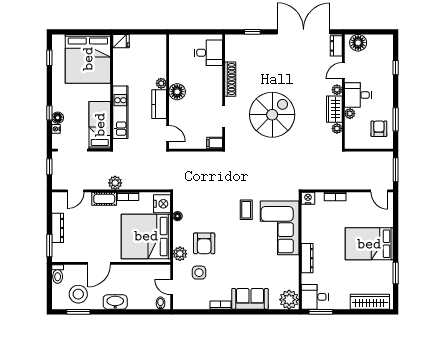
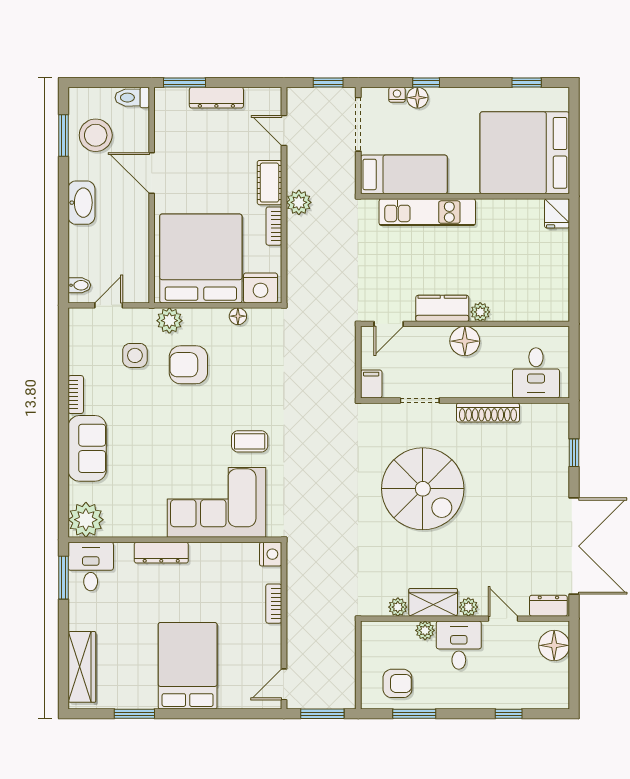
plant: (161, 83) -> (480, 312), moved
wall: (168, 92) -> (465, 324), moved
floor lamp: (177, 92) -> (465, 341), moved
kitchen counter: (159, 104) -> (442, 308), moved
door: (168, 134) -> (389, 324), moved

